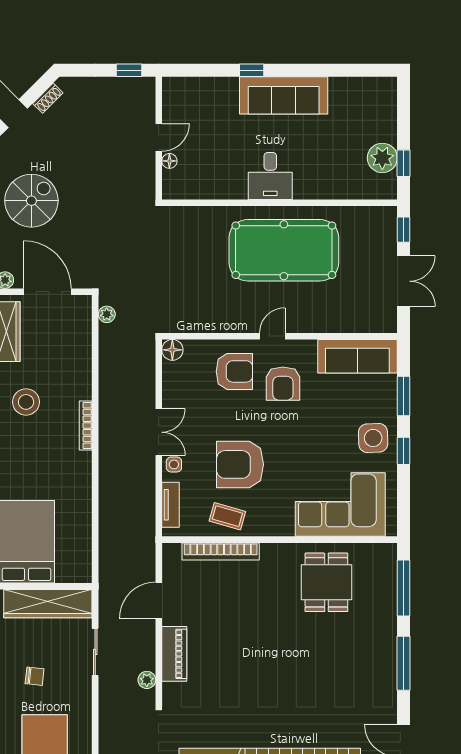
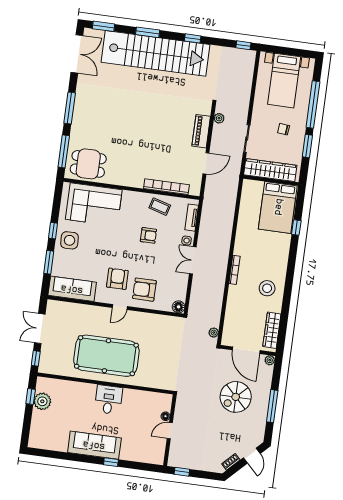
spiral stairs: (31, 201) -> (236, 397), moved
armchair: (240, 464) -> (148, 235), width x0.53, depth x0.53
dining table: (326, 582) -> (88, 164), moved, turned 90

